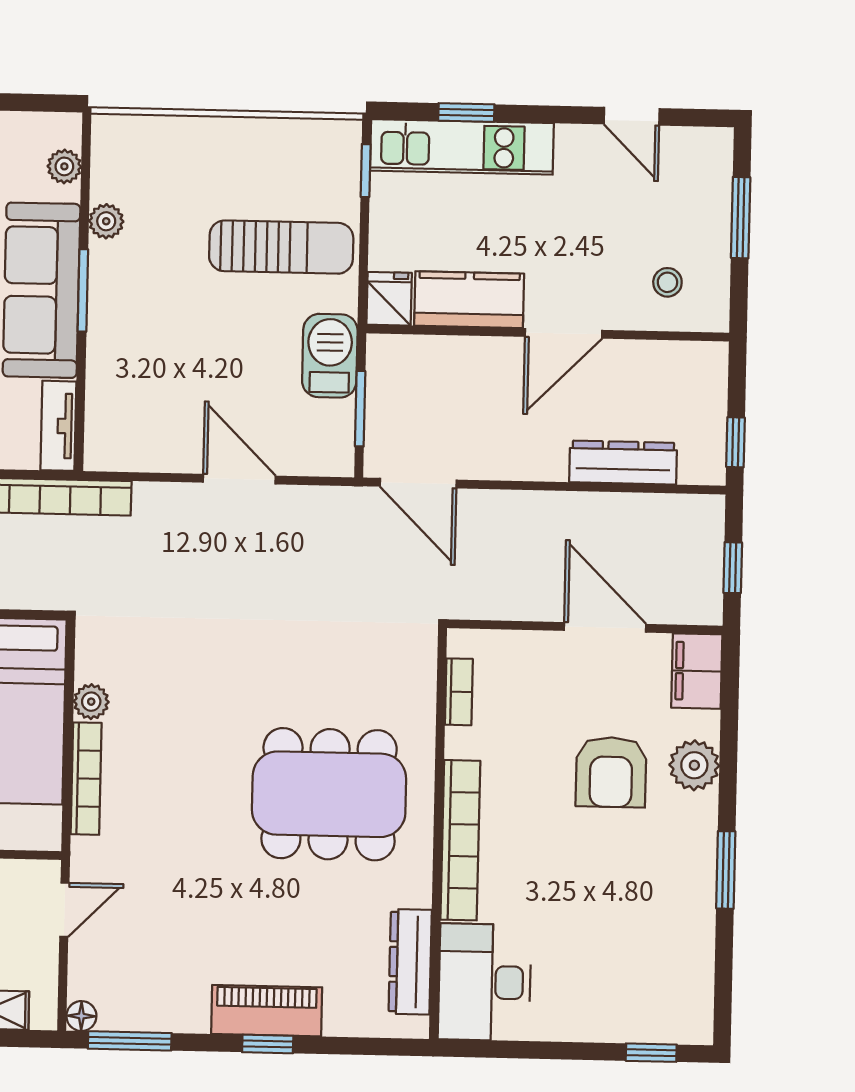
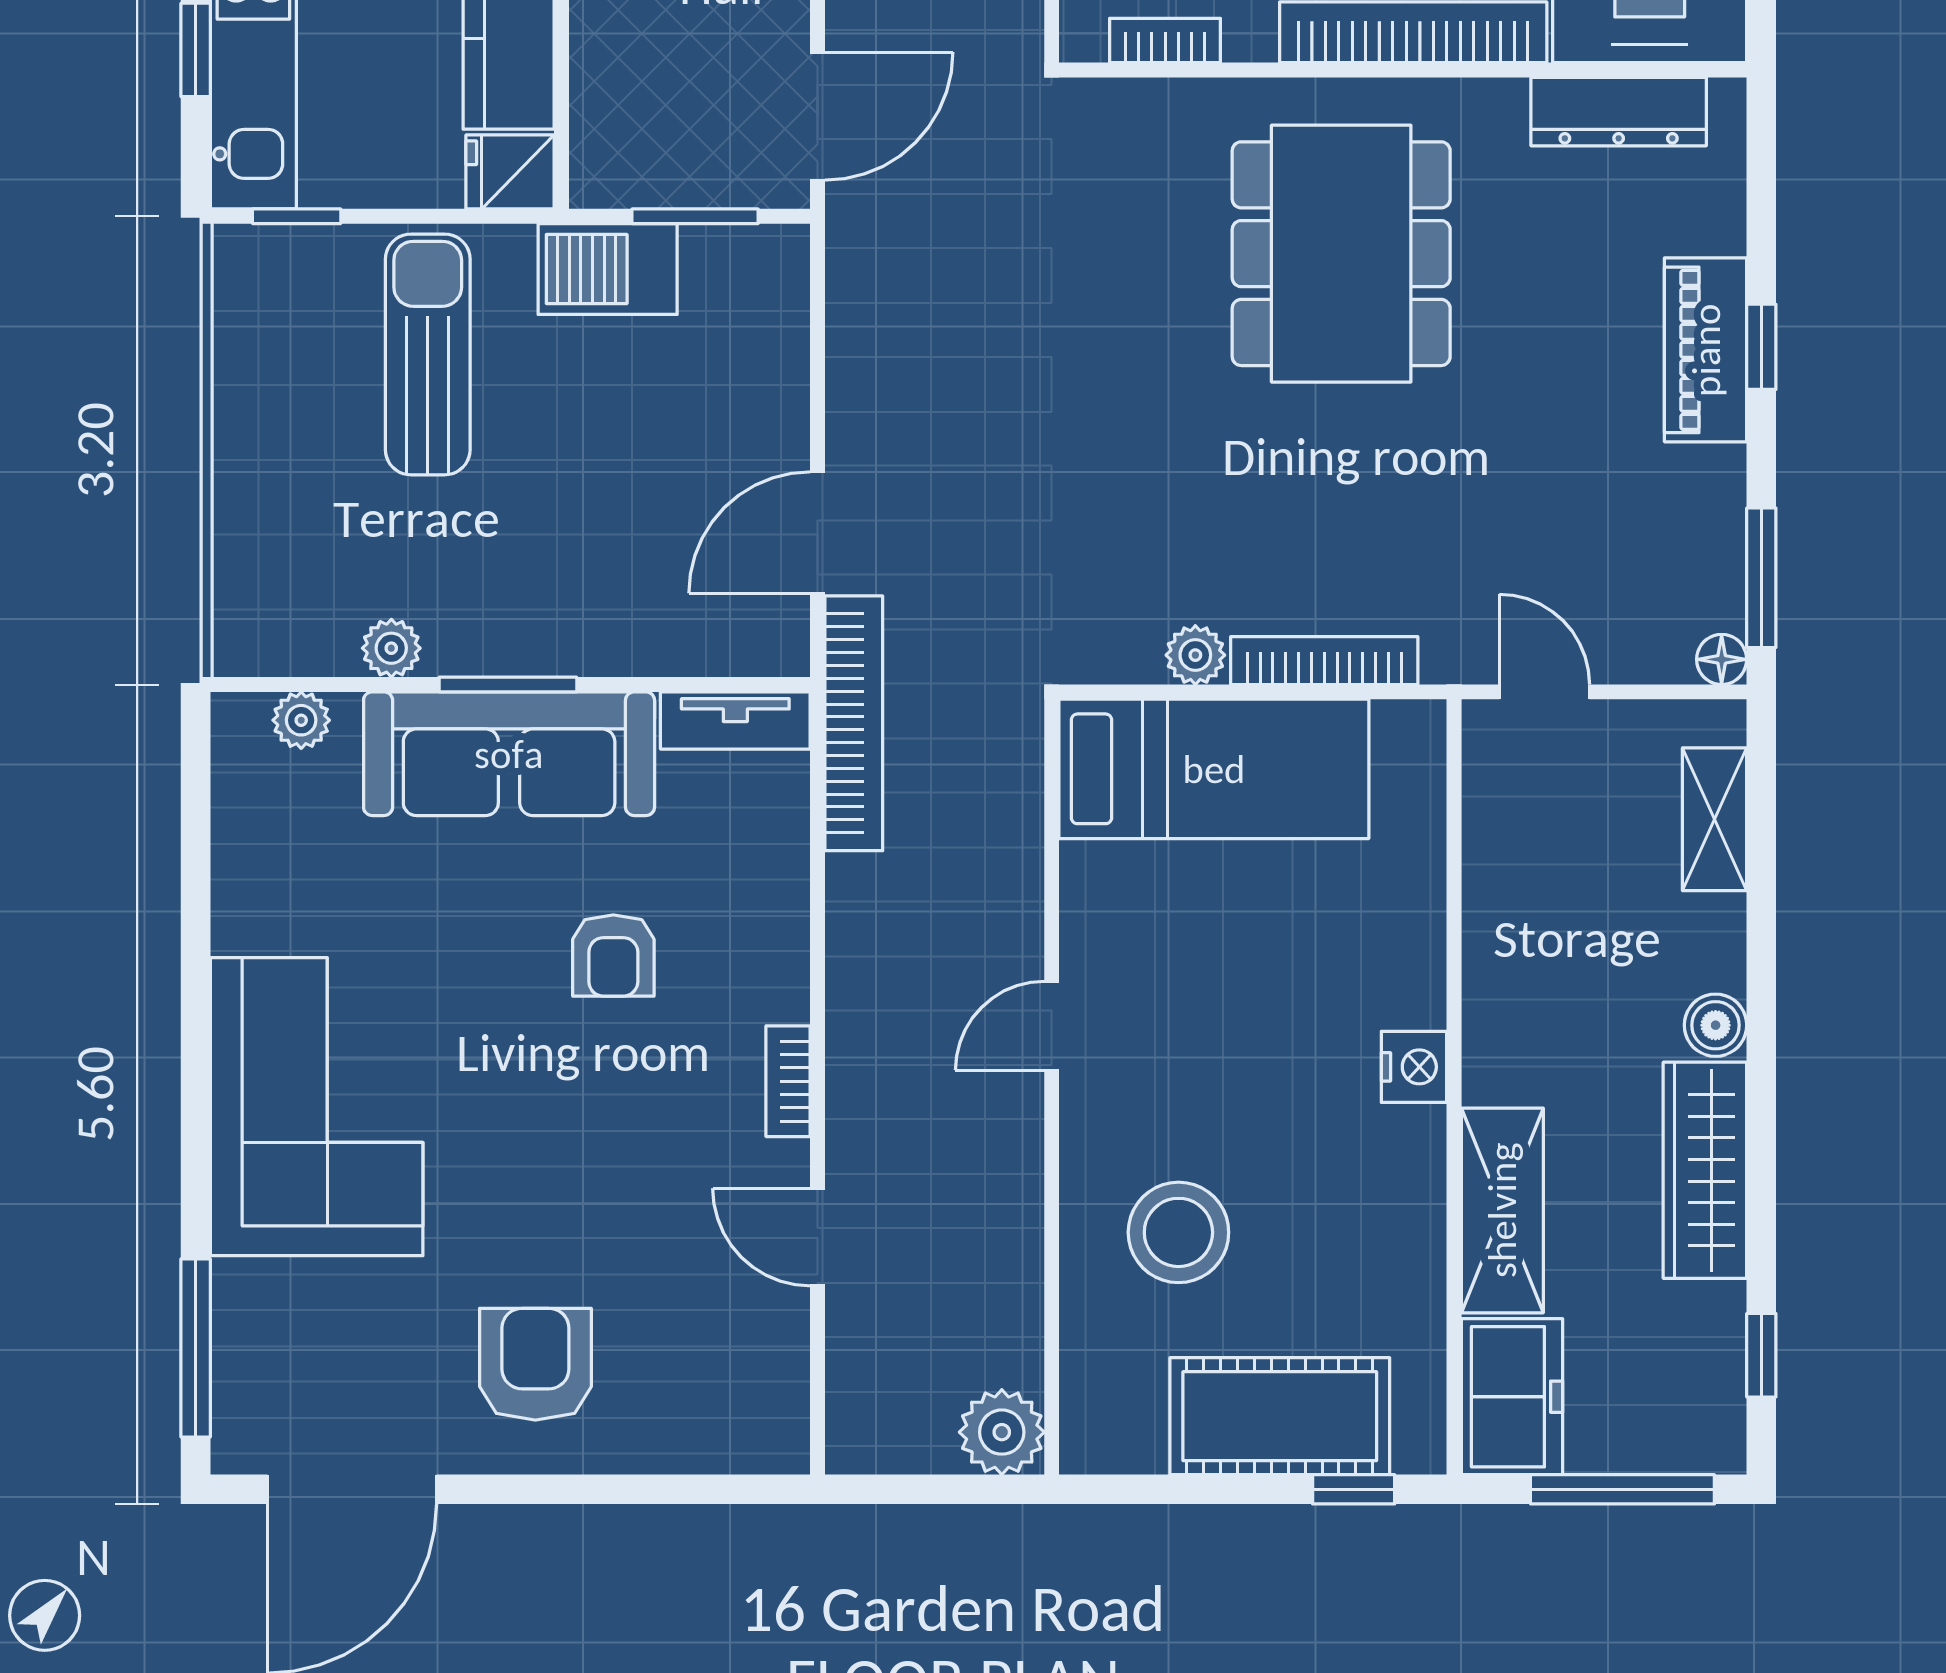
door: (239, 479) -> (818, 533), moved

